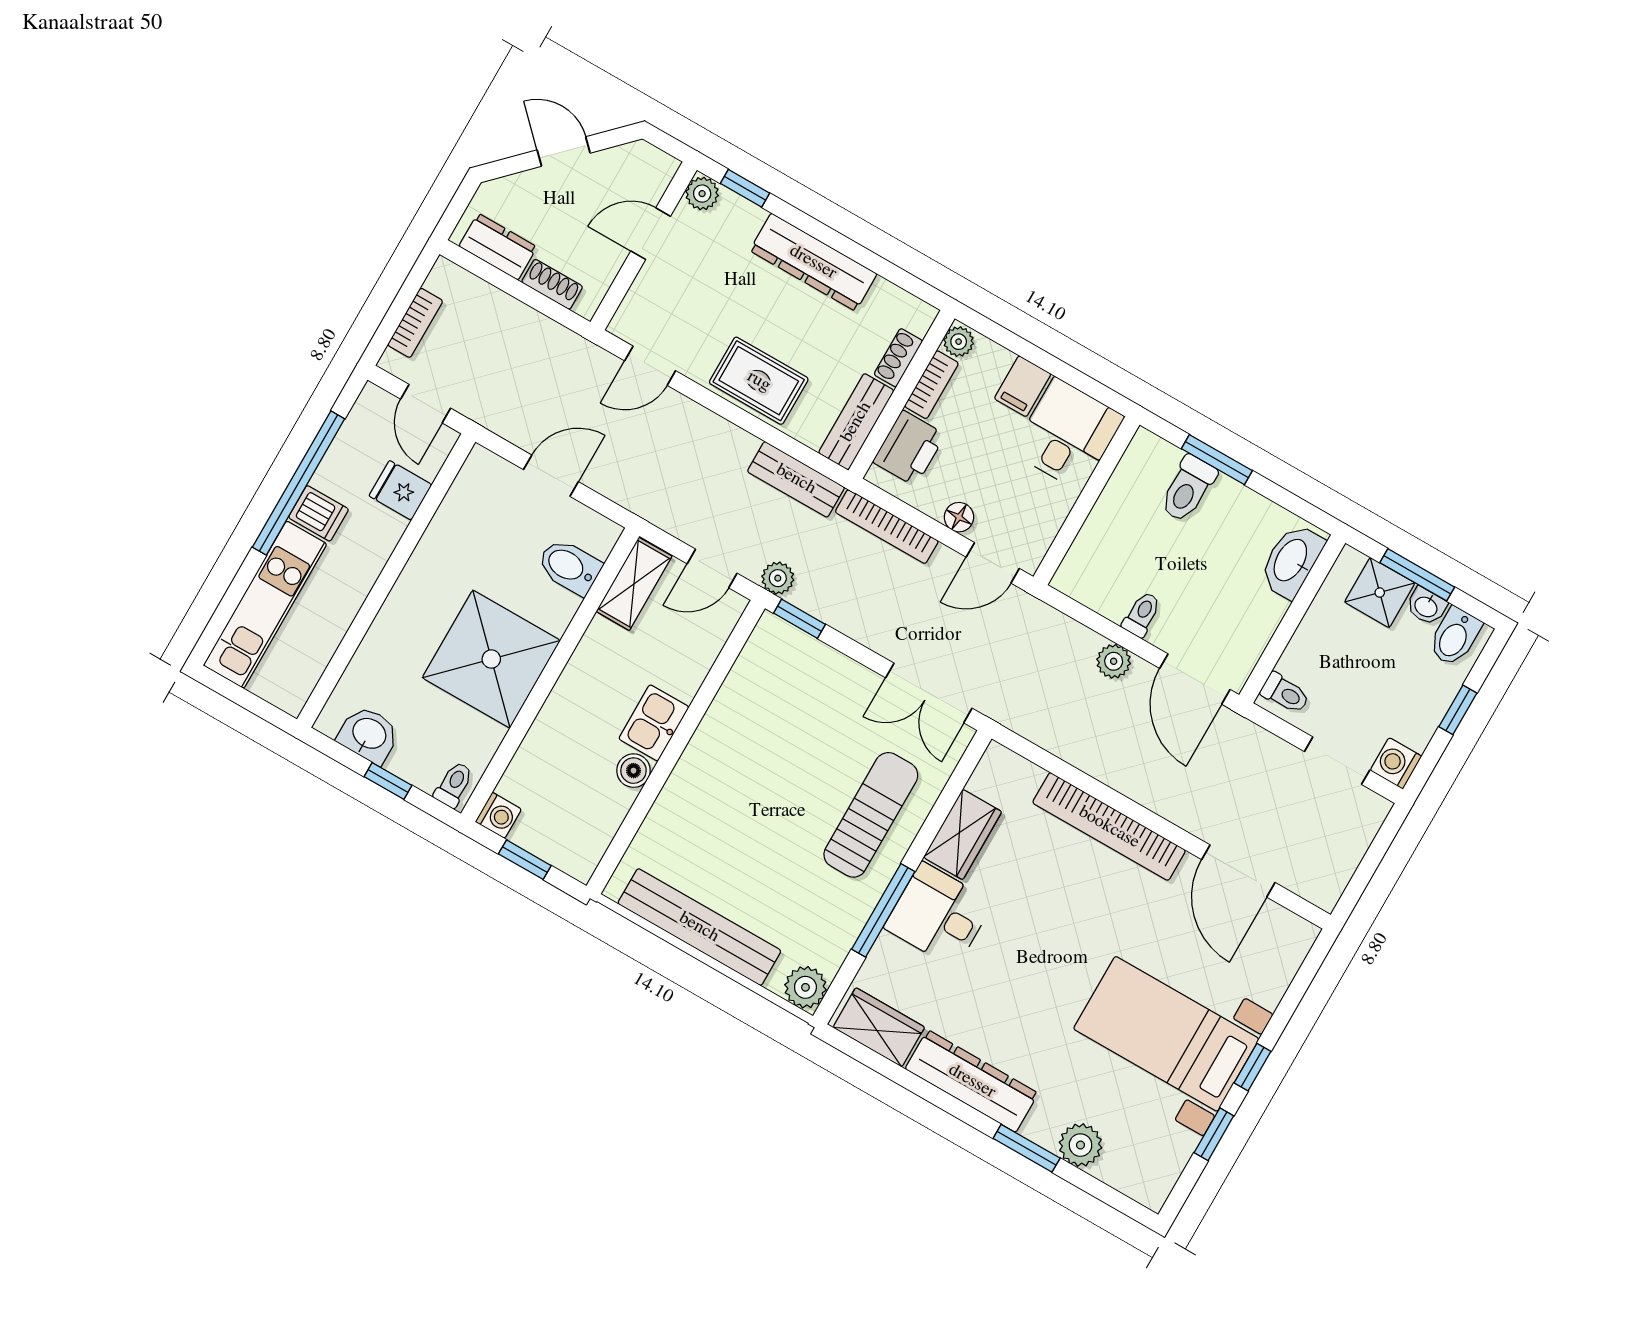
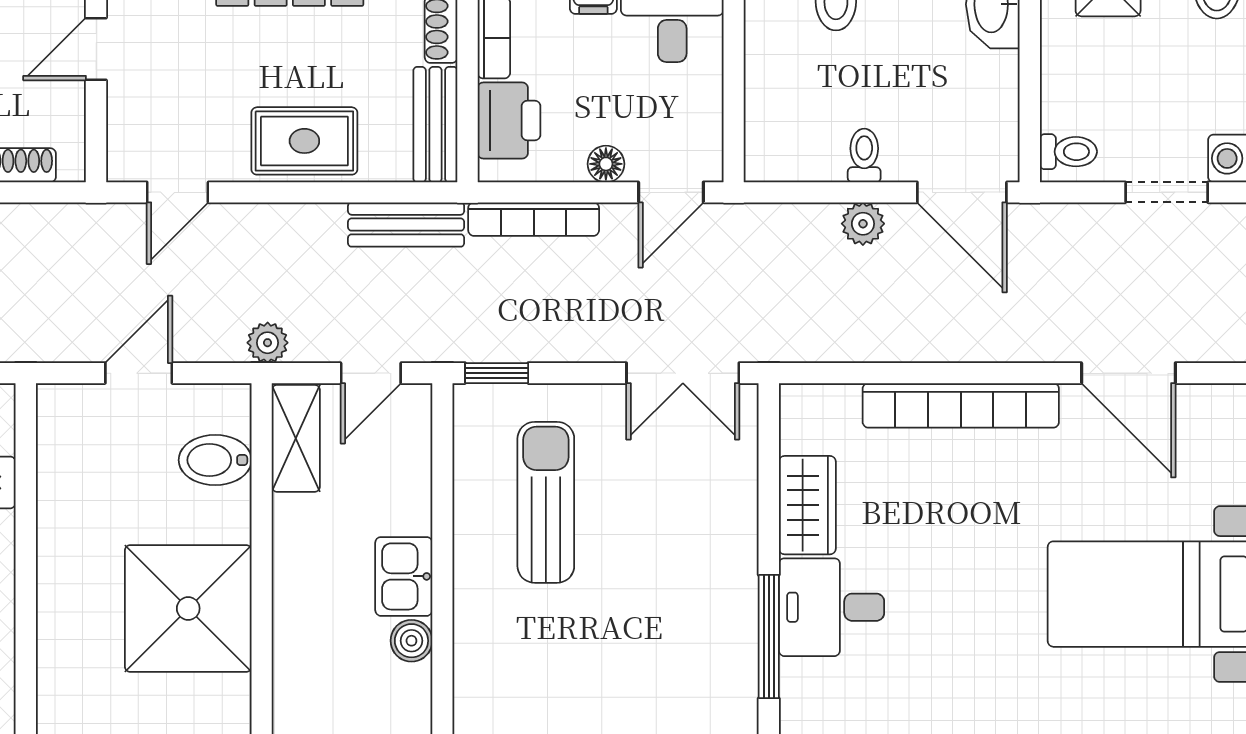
plant: (778, 578) -> (268, 343), moved
sun lounger: (871, 815) -> (546, 502), moved

